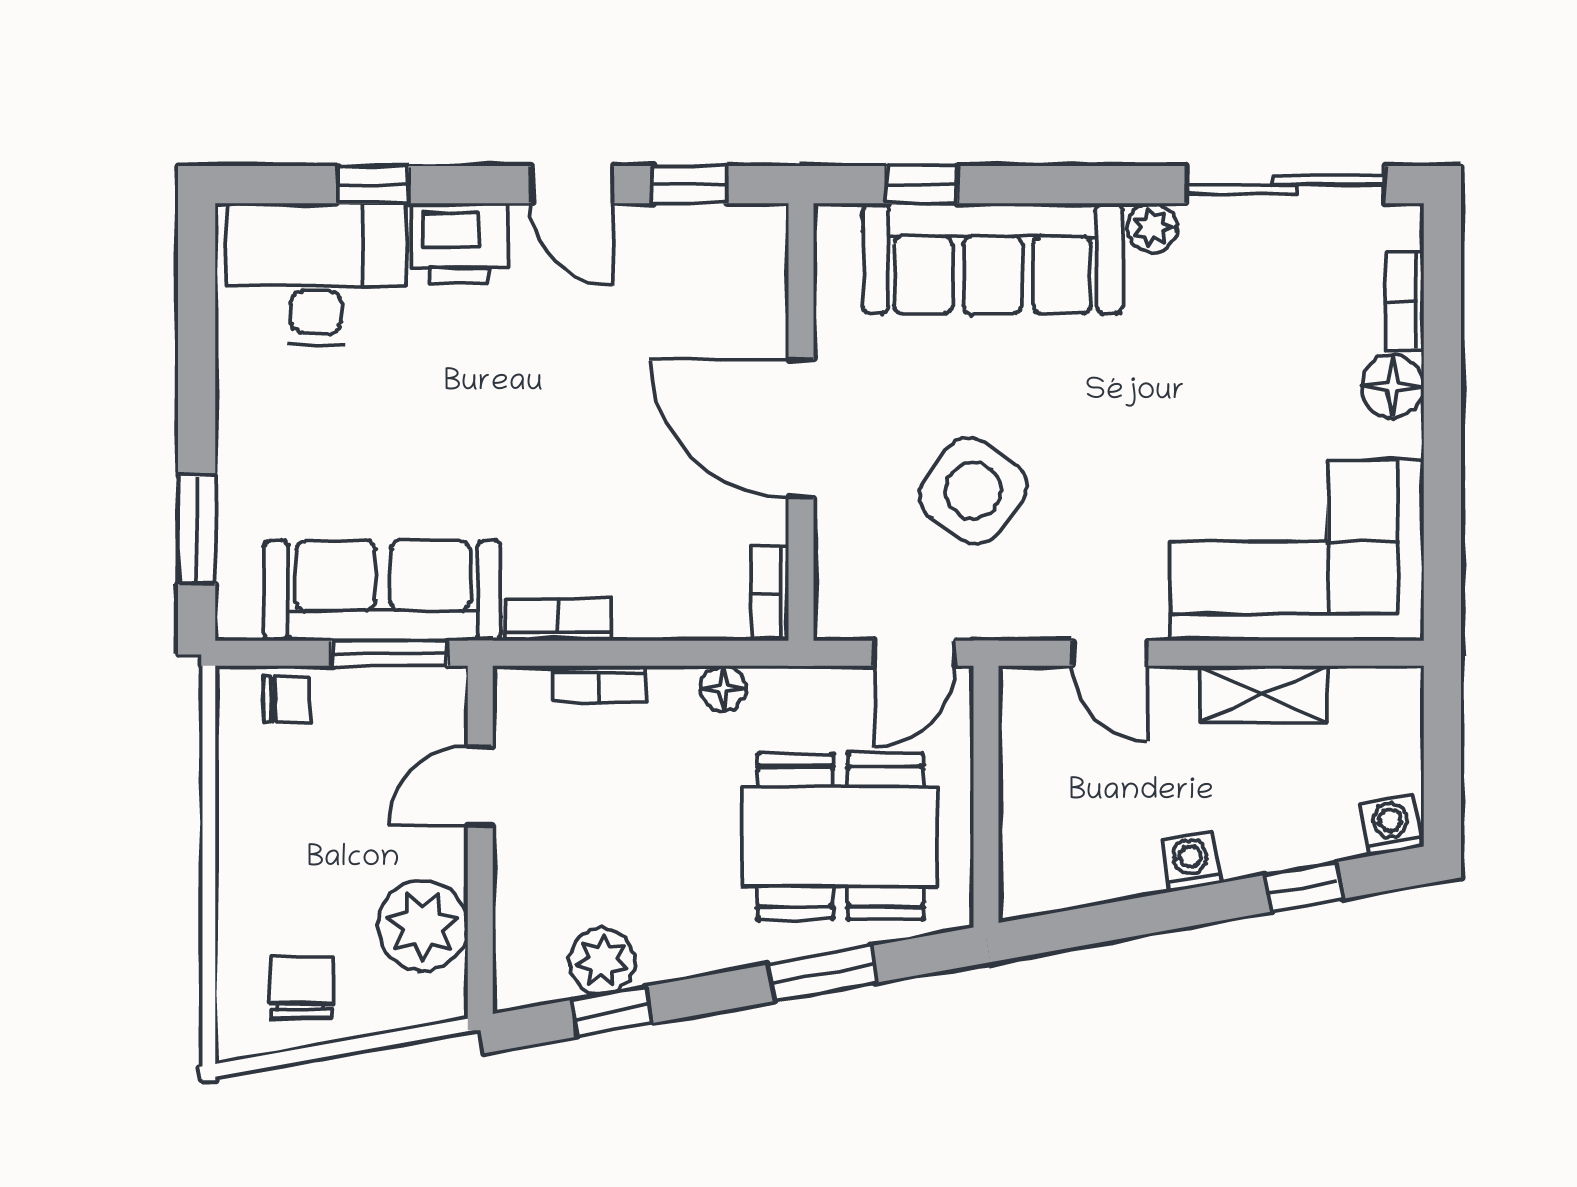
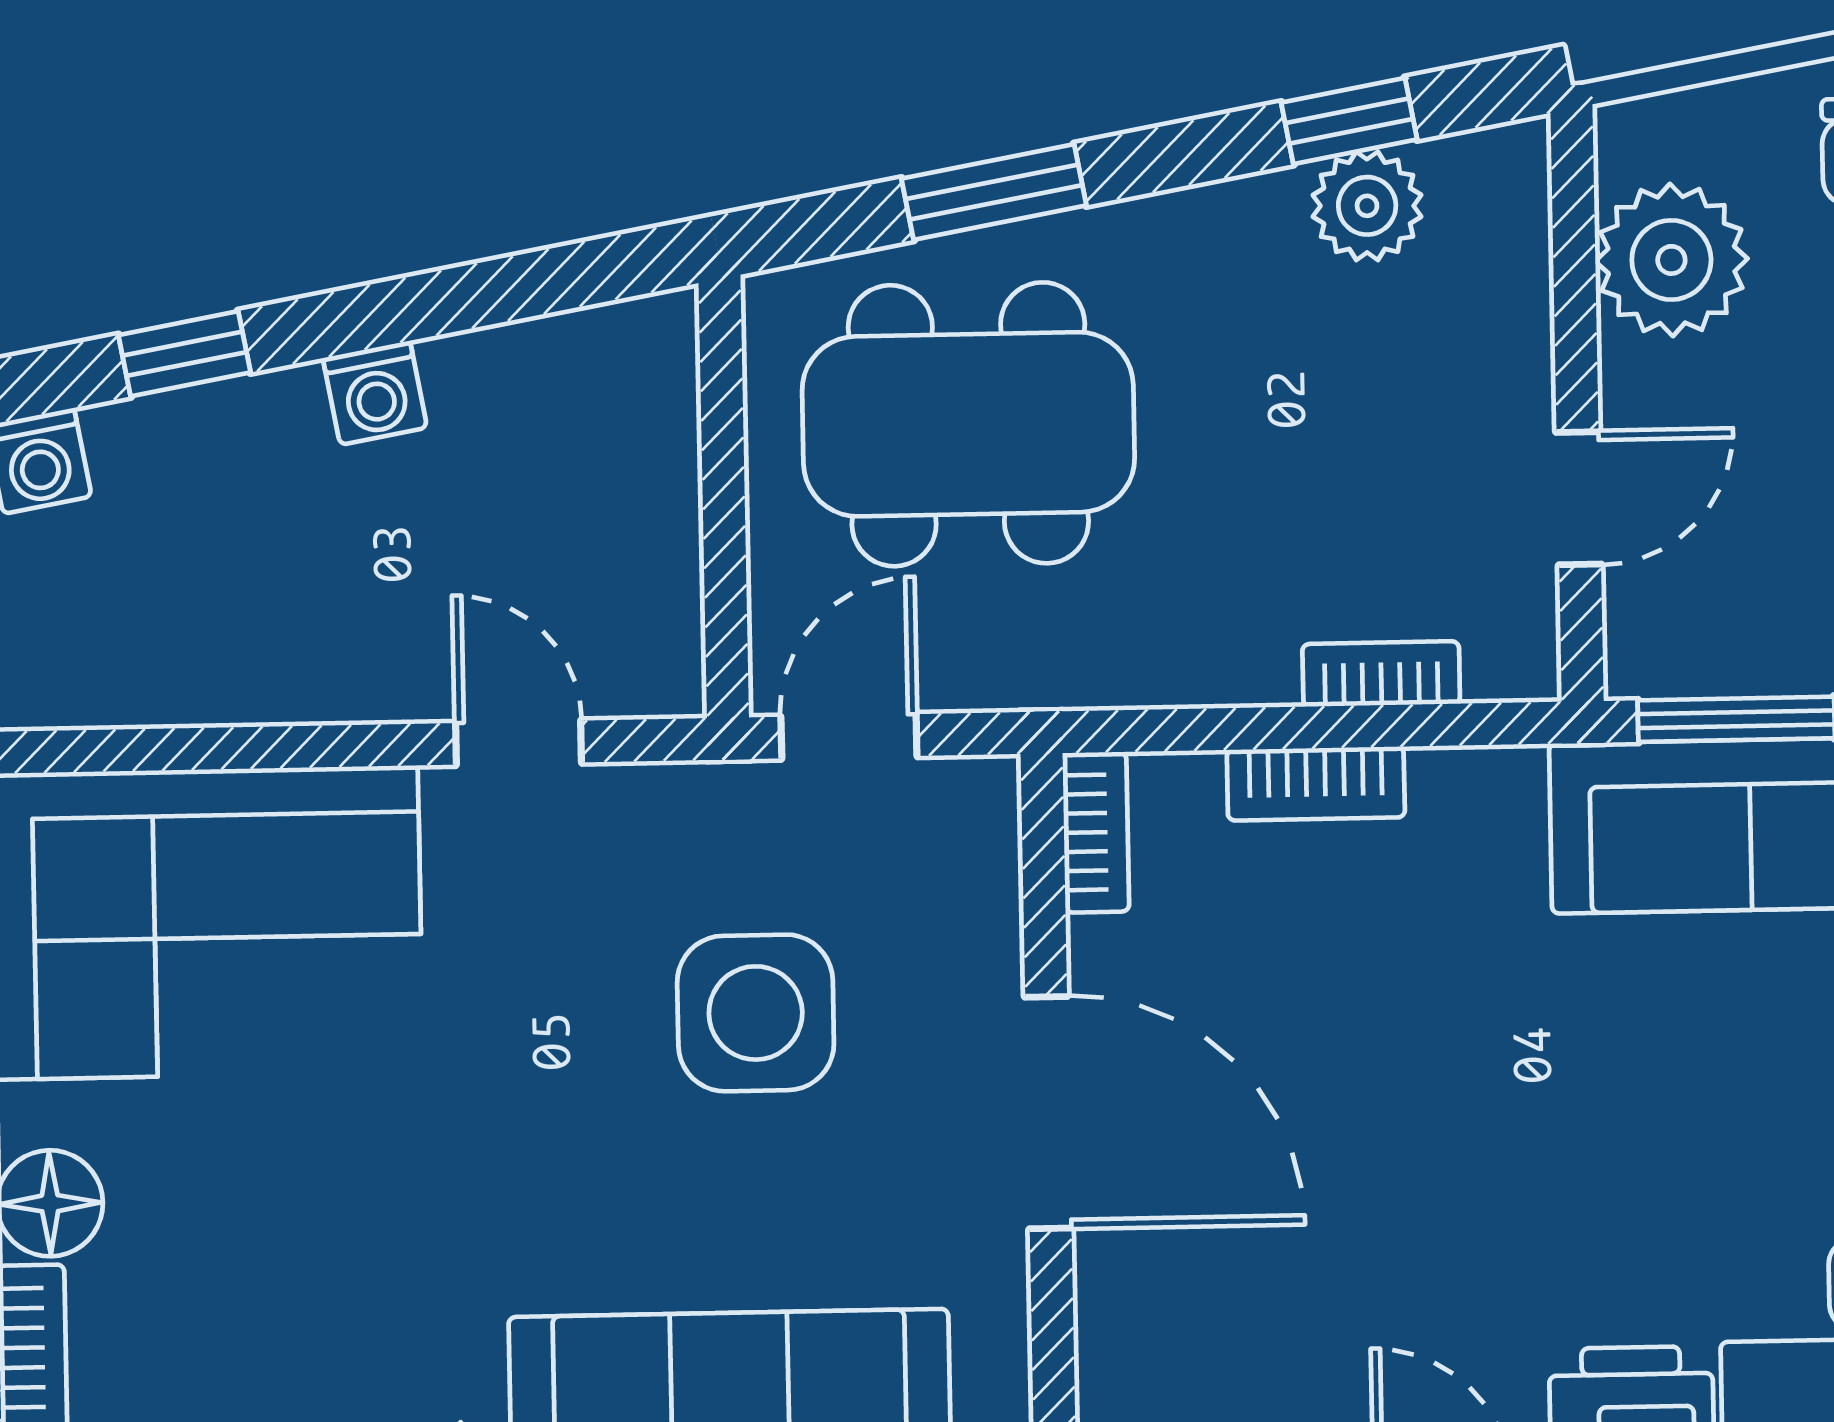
side table: (973, 491) -> (756, 1013), turned -35
bookcase: (558, 620) -> (1316, 784), moved
floor lamp: (723, 688) -> (1171, 671), removed
shelving: (1264, 694) -> (258, 678), removed

